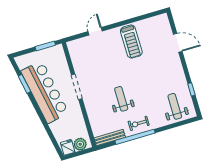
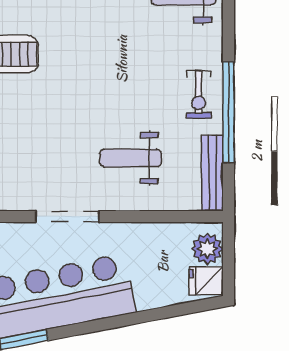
weight bench: (121, 99) -> (131, 158), moved

